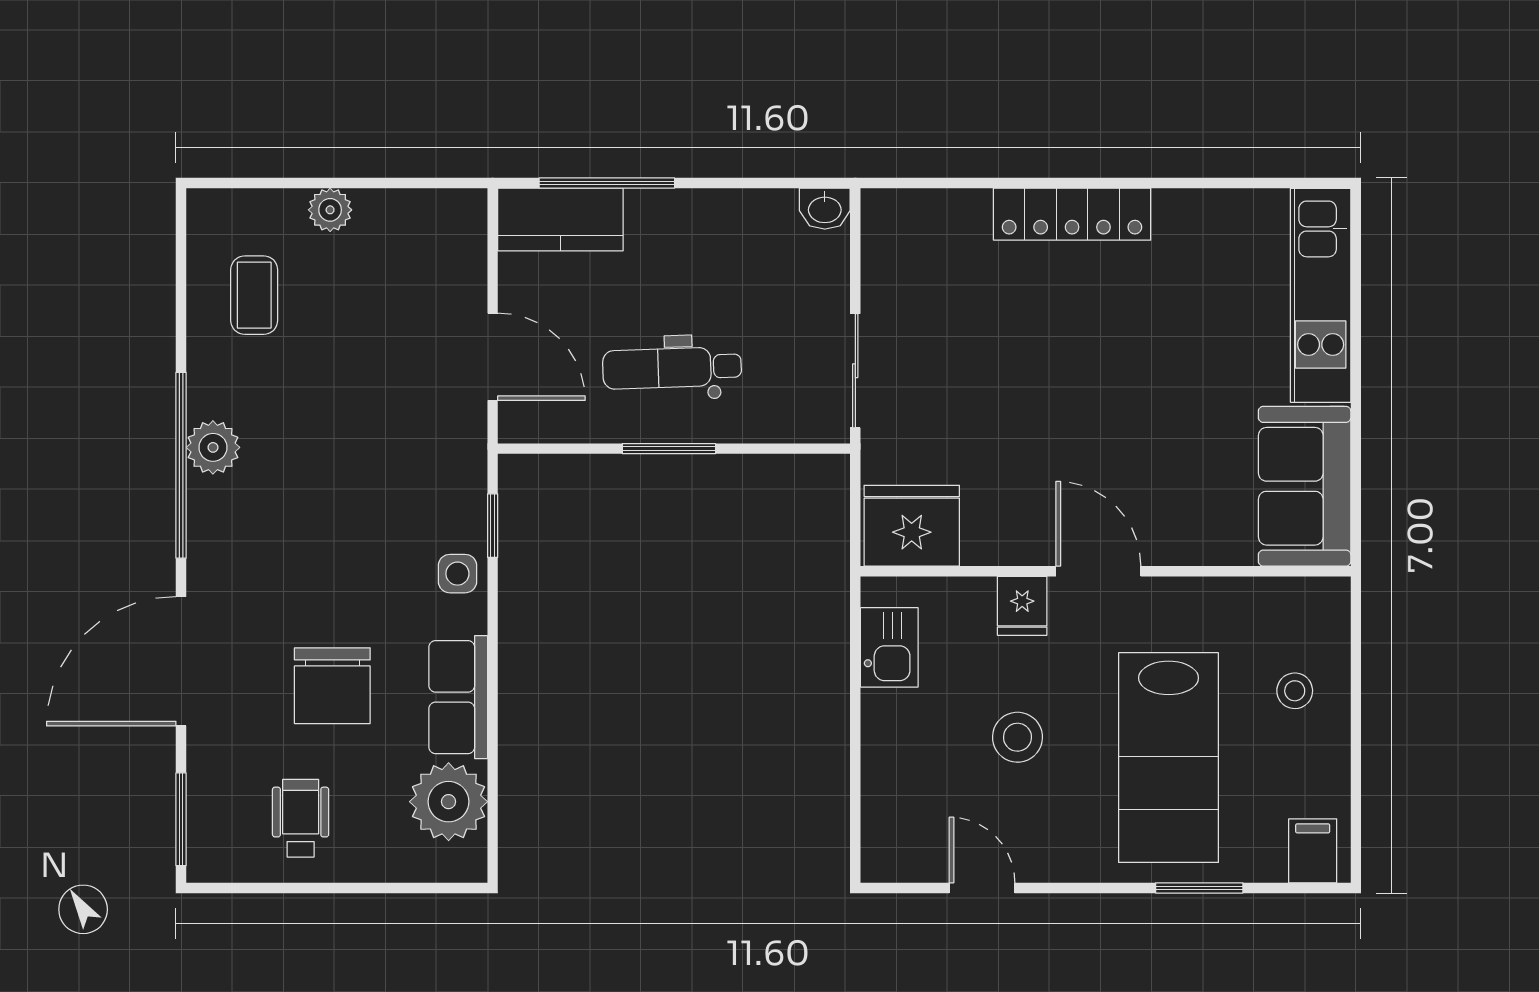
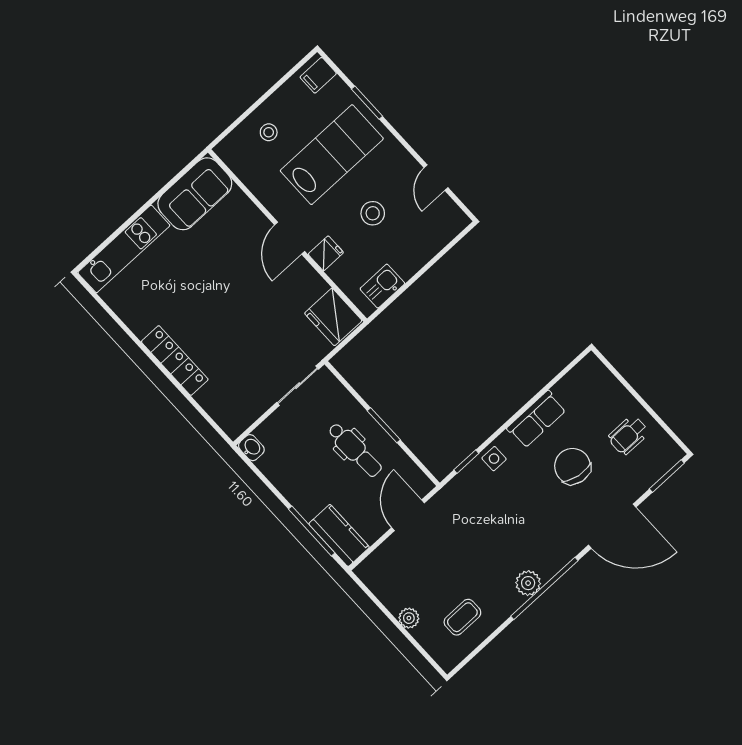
chair: (332, 686) -> (572, 466), turned -81
plant: (449, 802) -> (576, 389), removed

